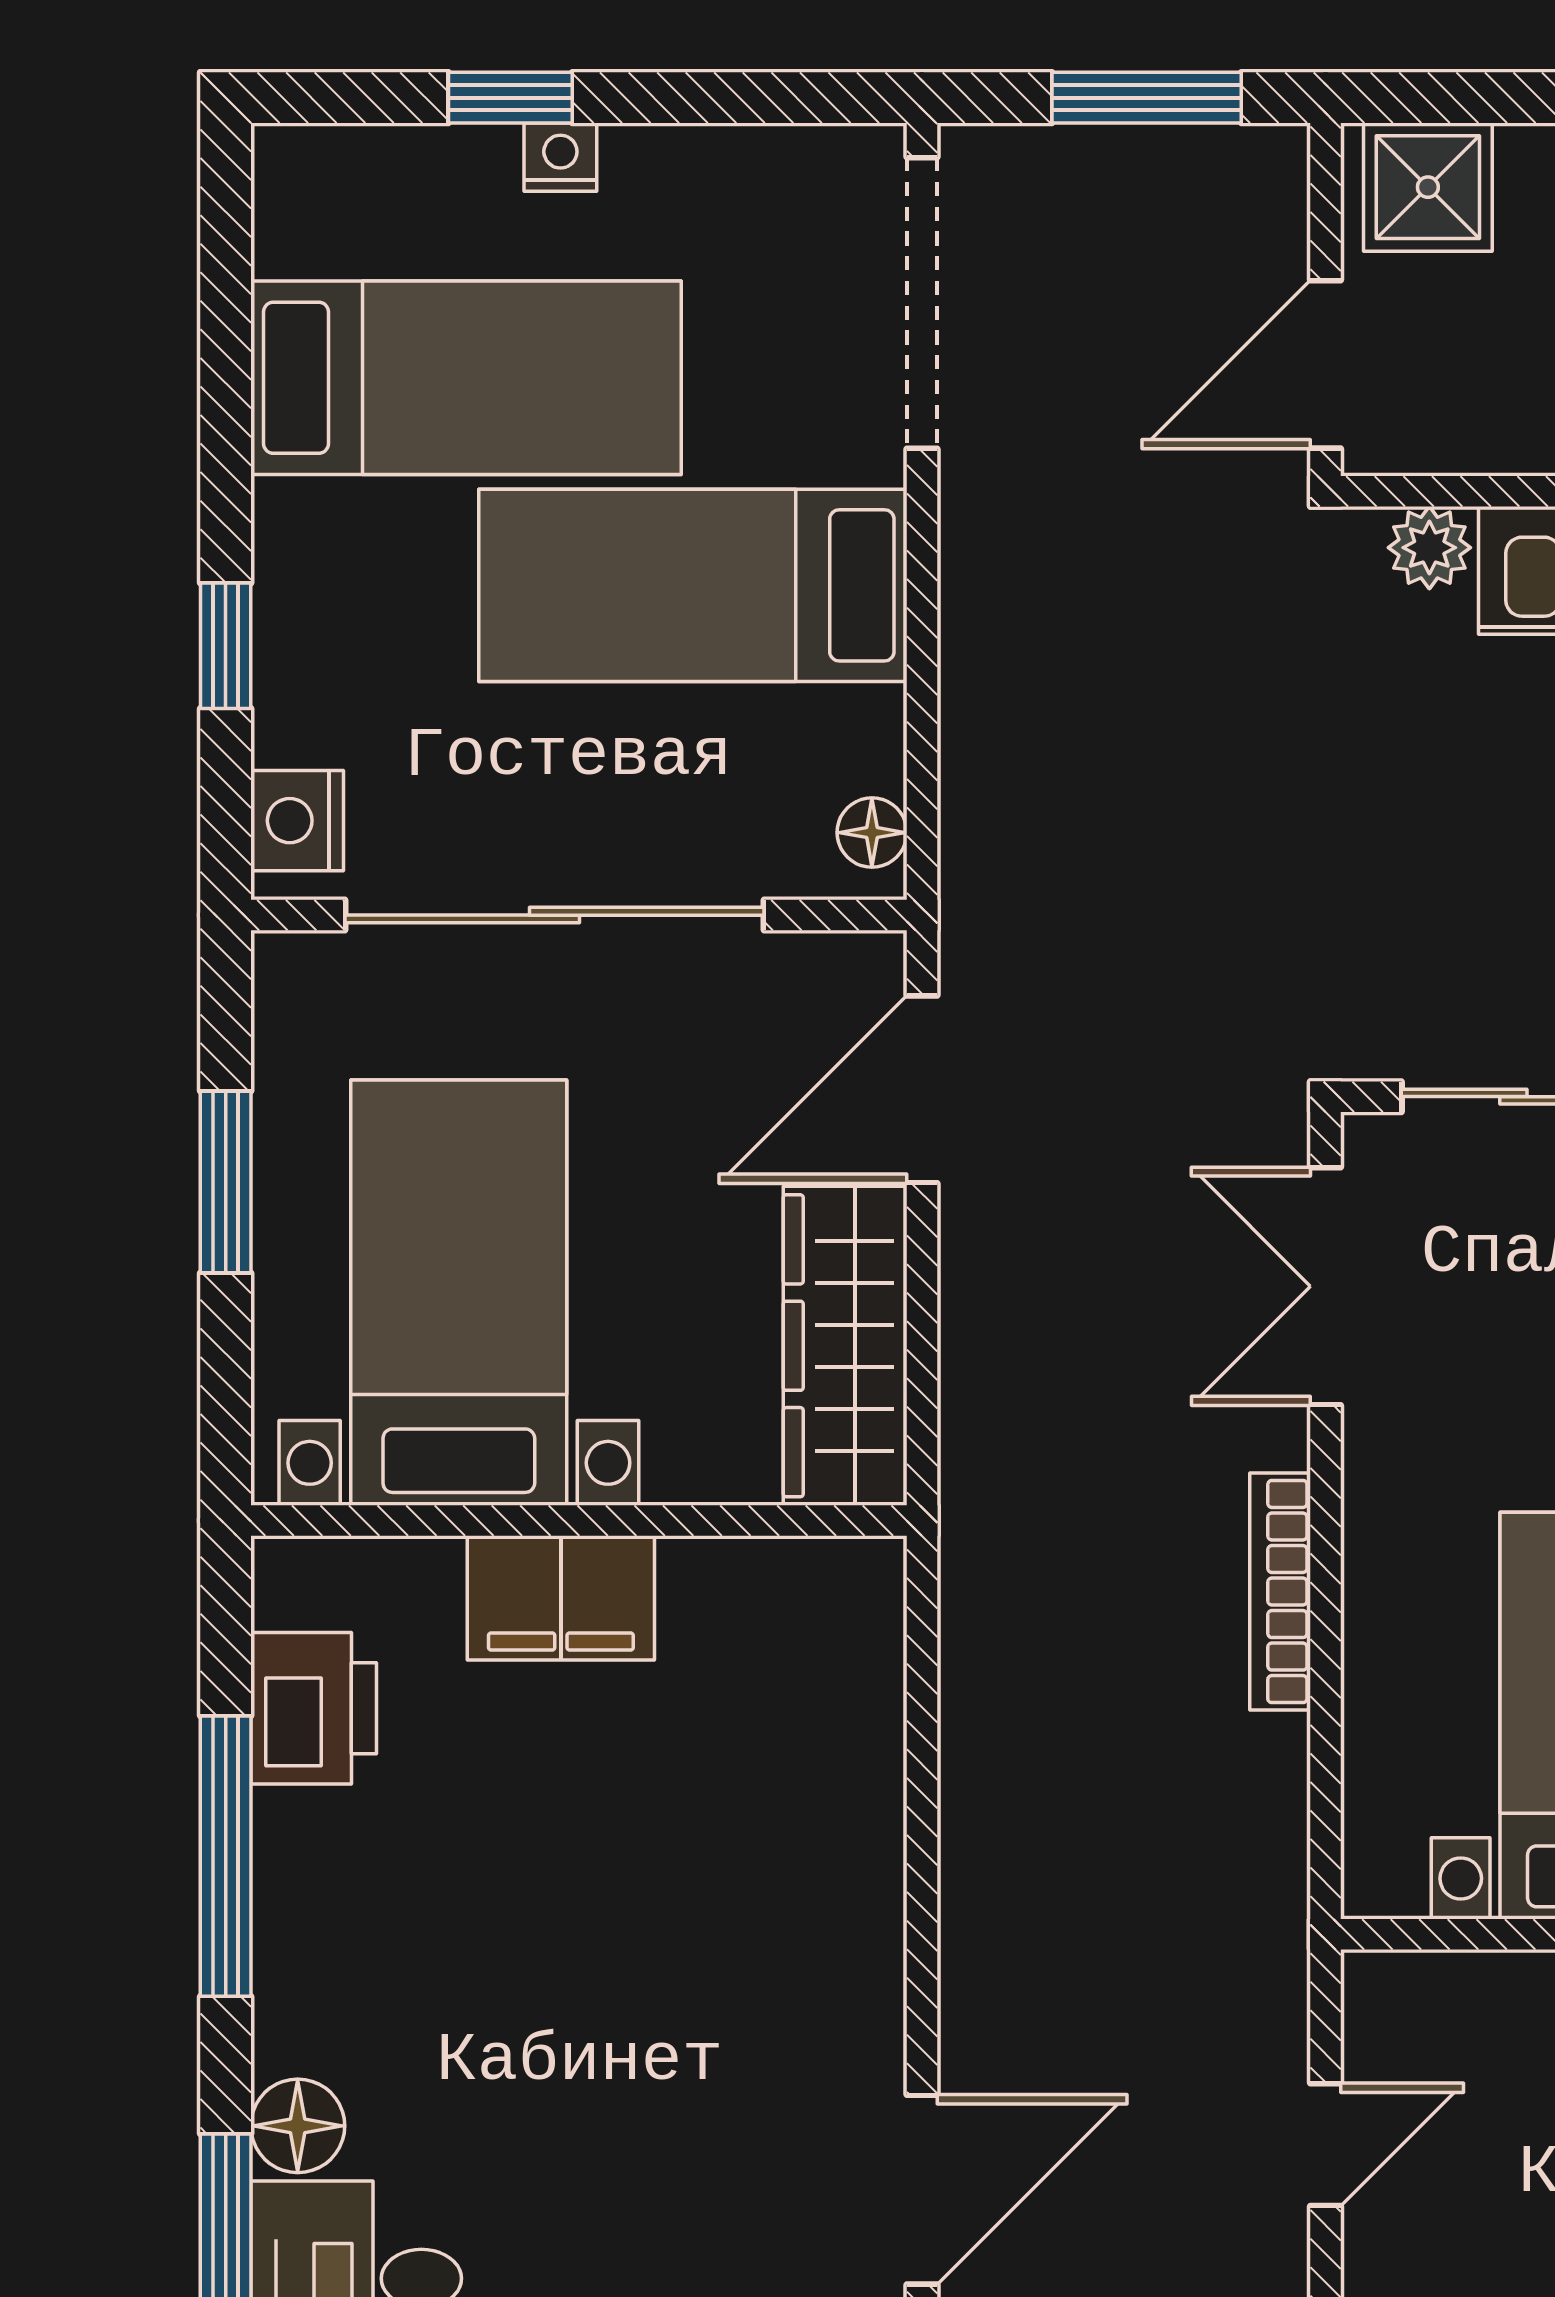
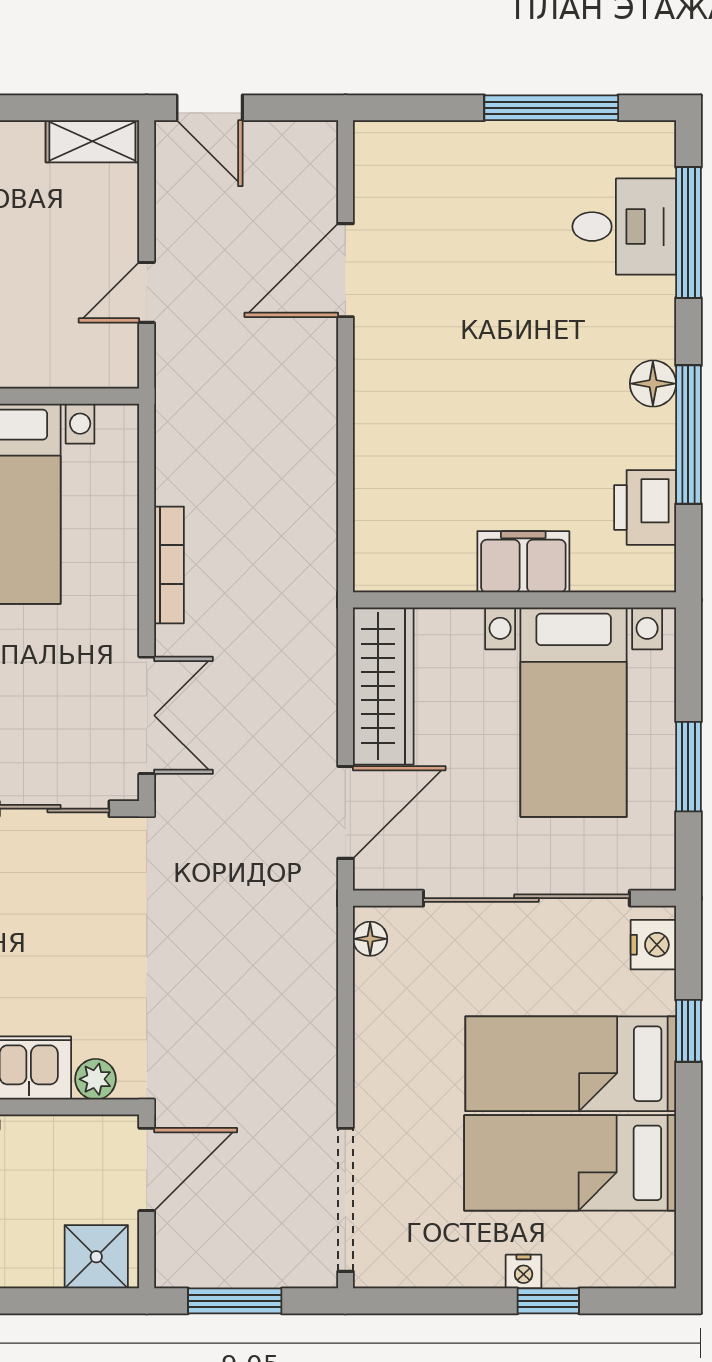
bed: (693, 585) -> (571, 1064), moved, turned 180
floor lamp: (298, 2126) -> (653, 384), moved

